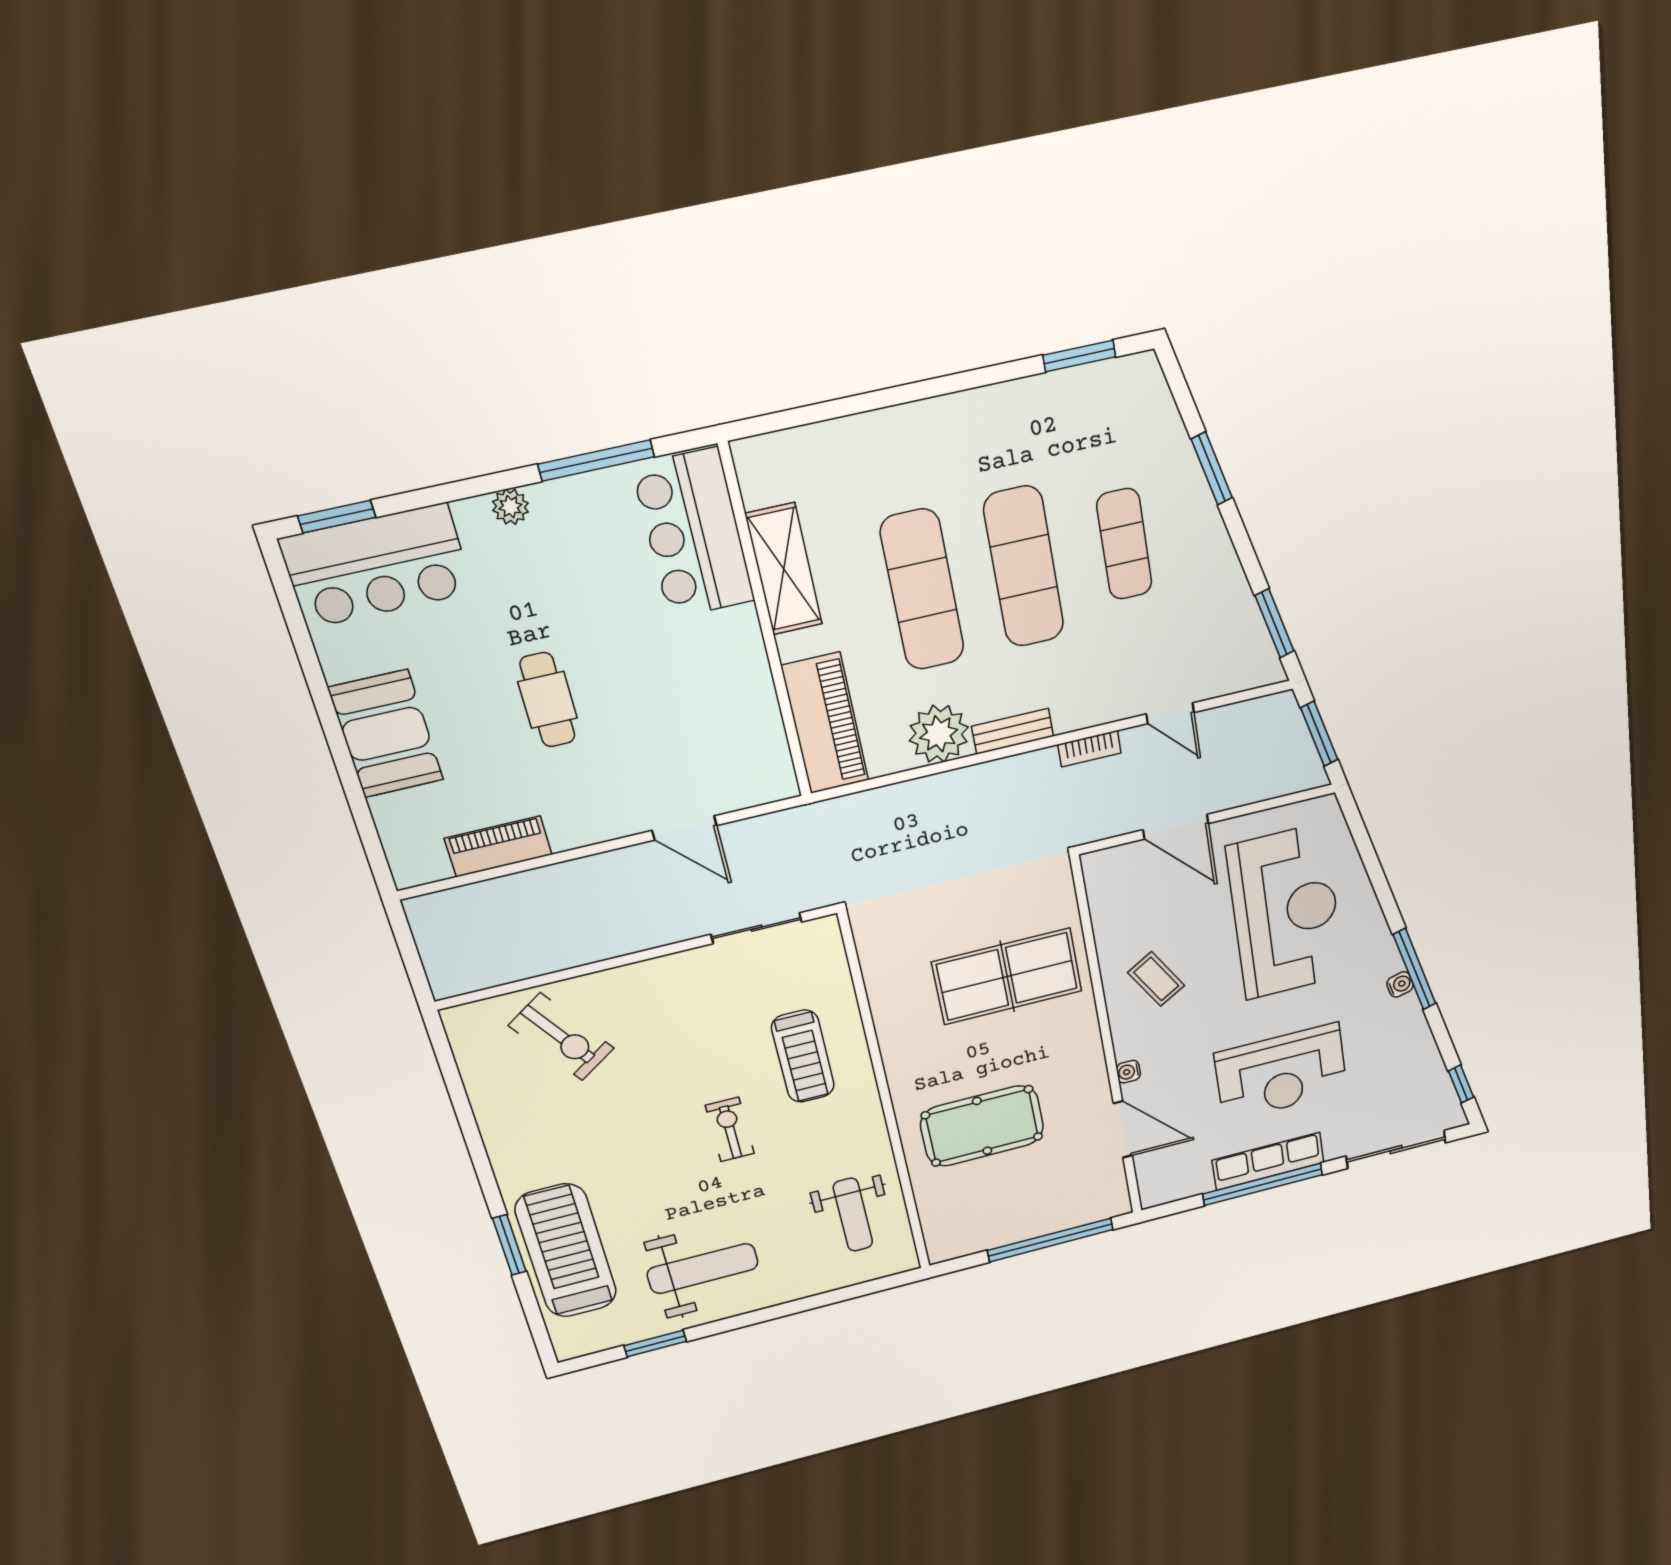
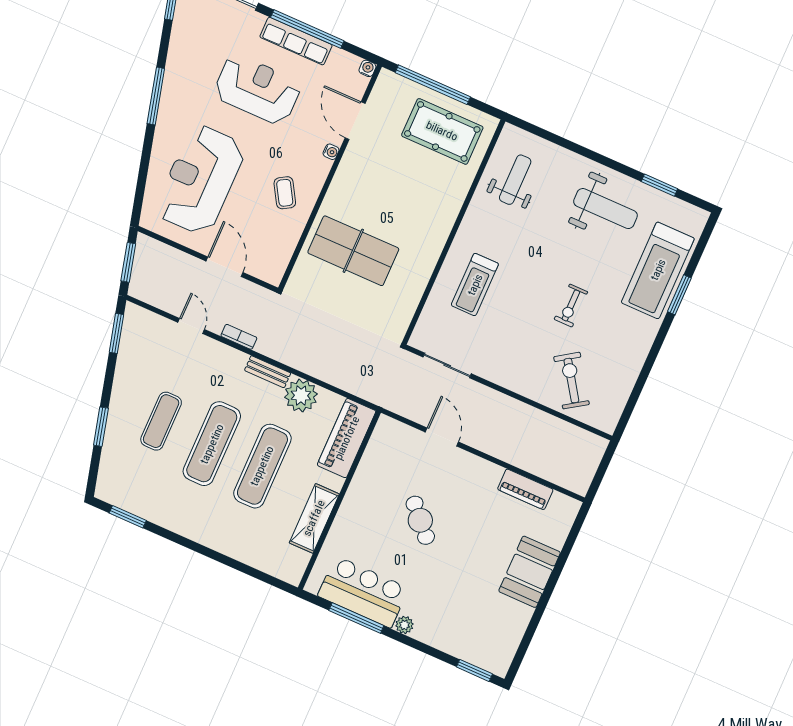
bar counter: (694, 534) -> (363, 592), moved, turned -90
bar counter: (377, 566) -> (475, 641), removed
cafe table: (548, 700) -> (420, 520), moved, turned -43
water cooler: (1400, 984) -> (367, 68), moved, turned 104
treadmill: (803, 1056) -> (475, 285), turned 180
pool table: (982, 1126) -> (442, 131), moved
exercise bike: (730, 1129) -> (571, 305), moved
weight bench: (703, 1269) -> (605, 209), turned 180

